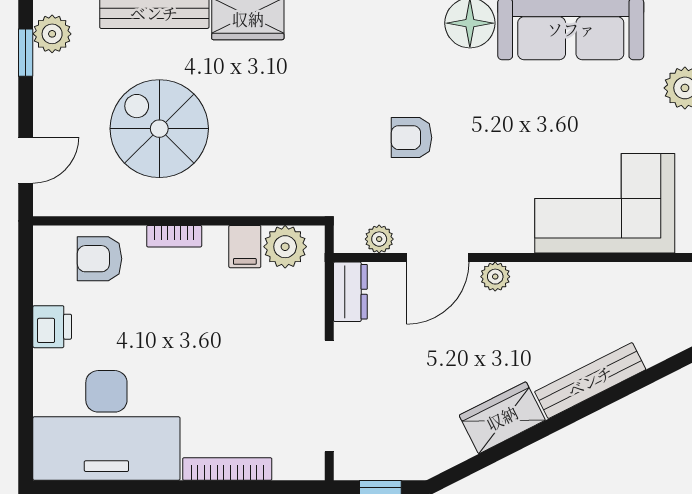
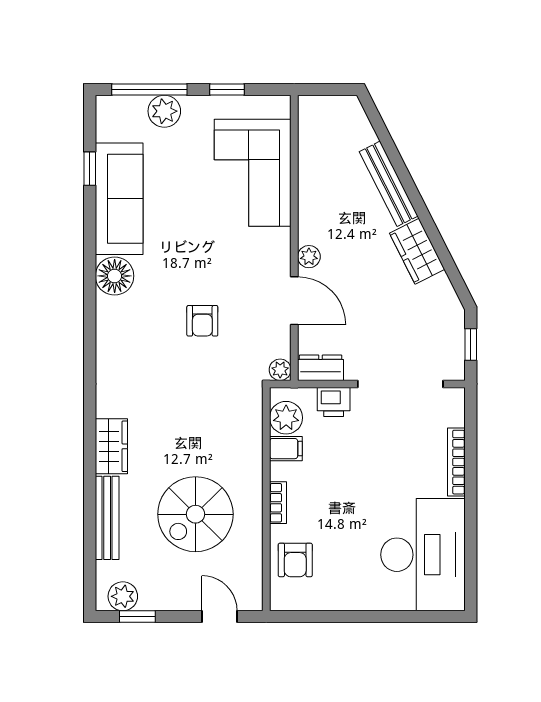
plant: (379, 239) -> (280, 370), moved
printer: (52, 327) -> (334, 402), moved, turned 180

